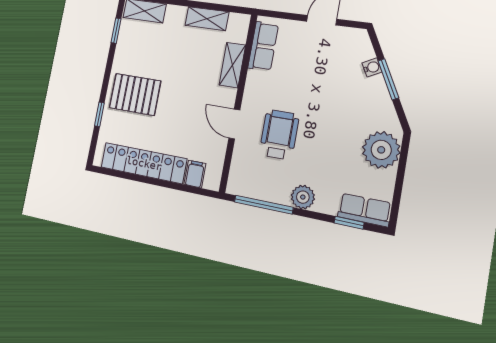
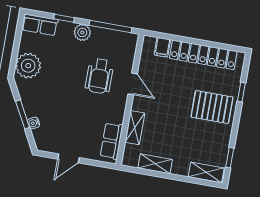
window: (349, 223) -> (64, 18), moved

